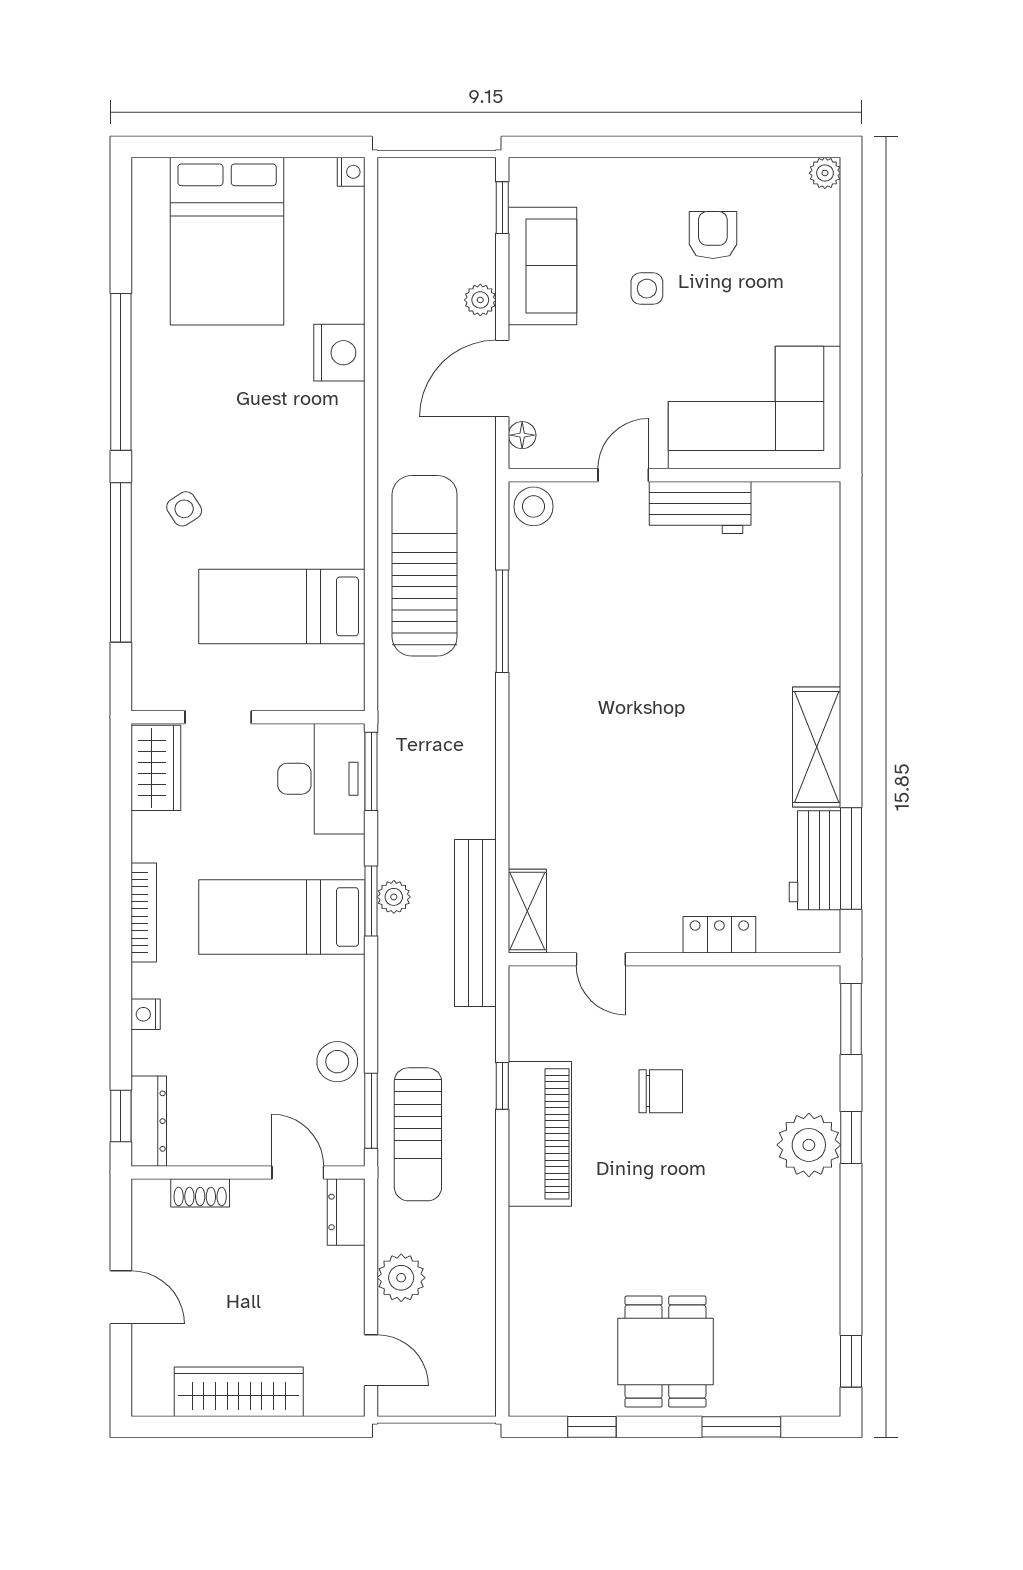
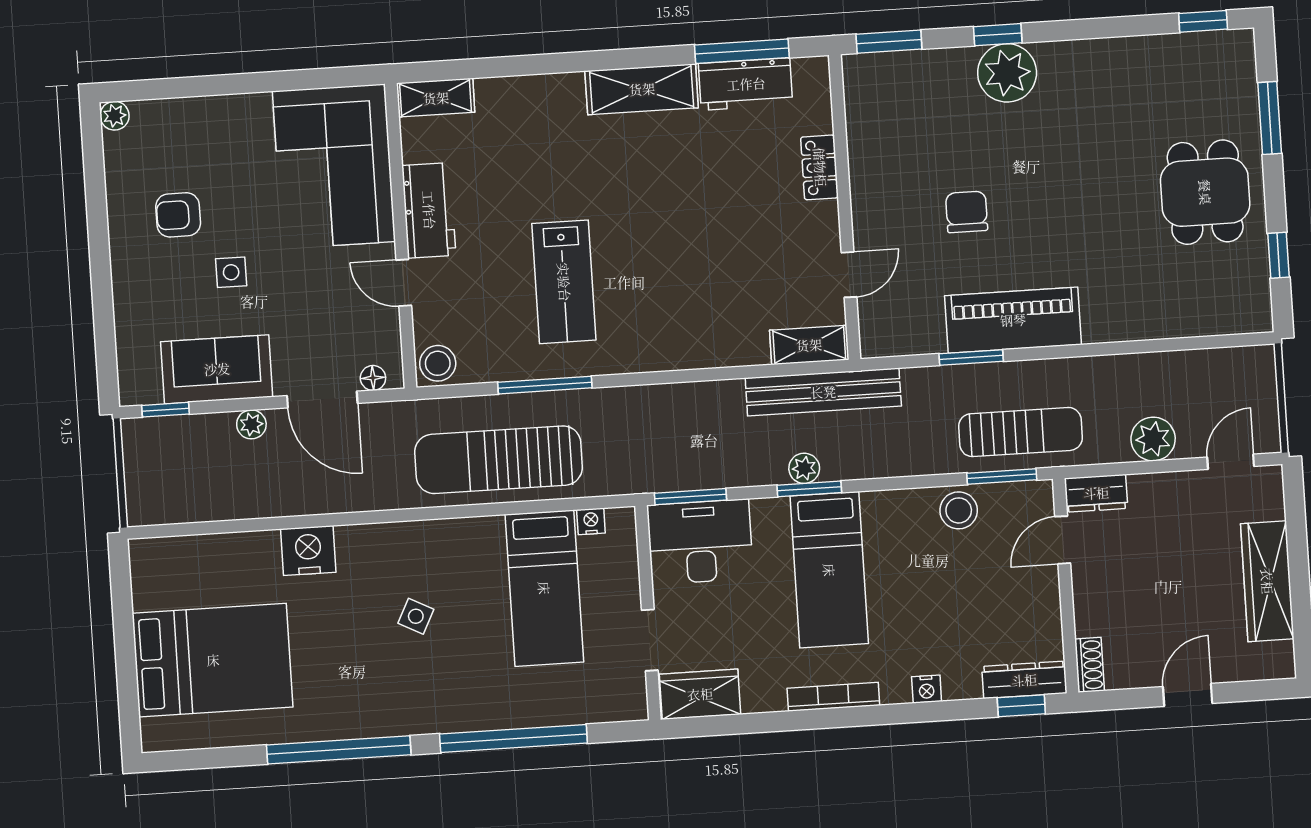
nightstand: (351, 172) -> (591, 521), moved
side table: (184, 509) -> (416, 616), moved, turned -30
shelving: (822, 523) -> (436, 98), added
lab bench: (613, 649) -> (564, 282), added
window: (502, 1086) -> (971, 358), width x1.50
shoe rack: (200, 1193) -> (1089, 665), moved
dining table: (665, 1352) -> (1205, 192), turned 90

